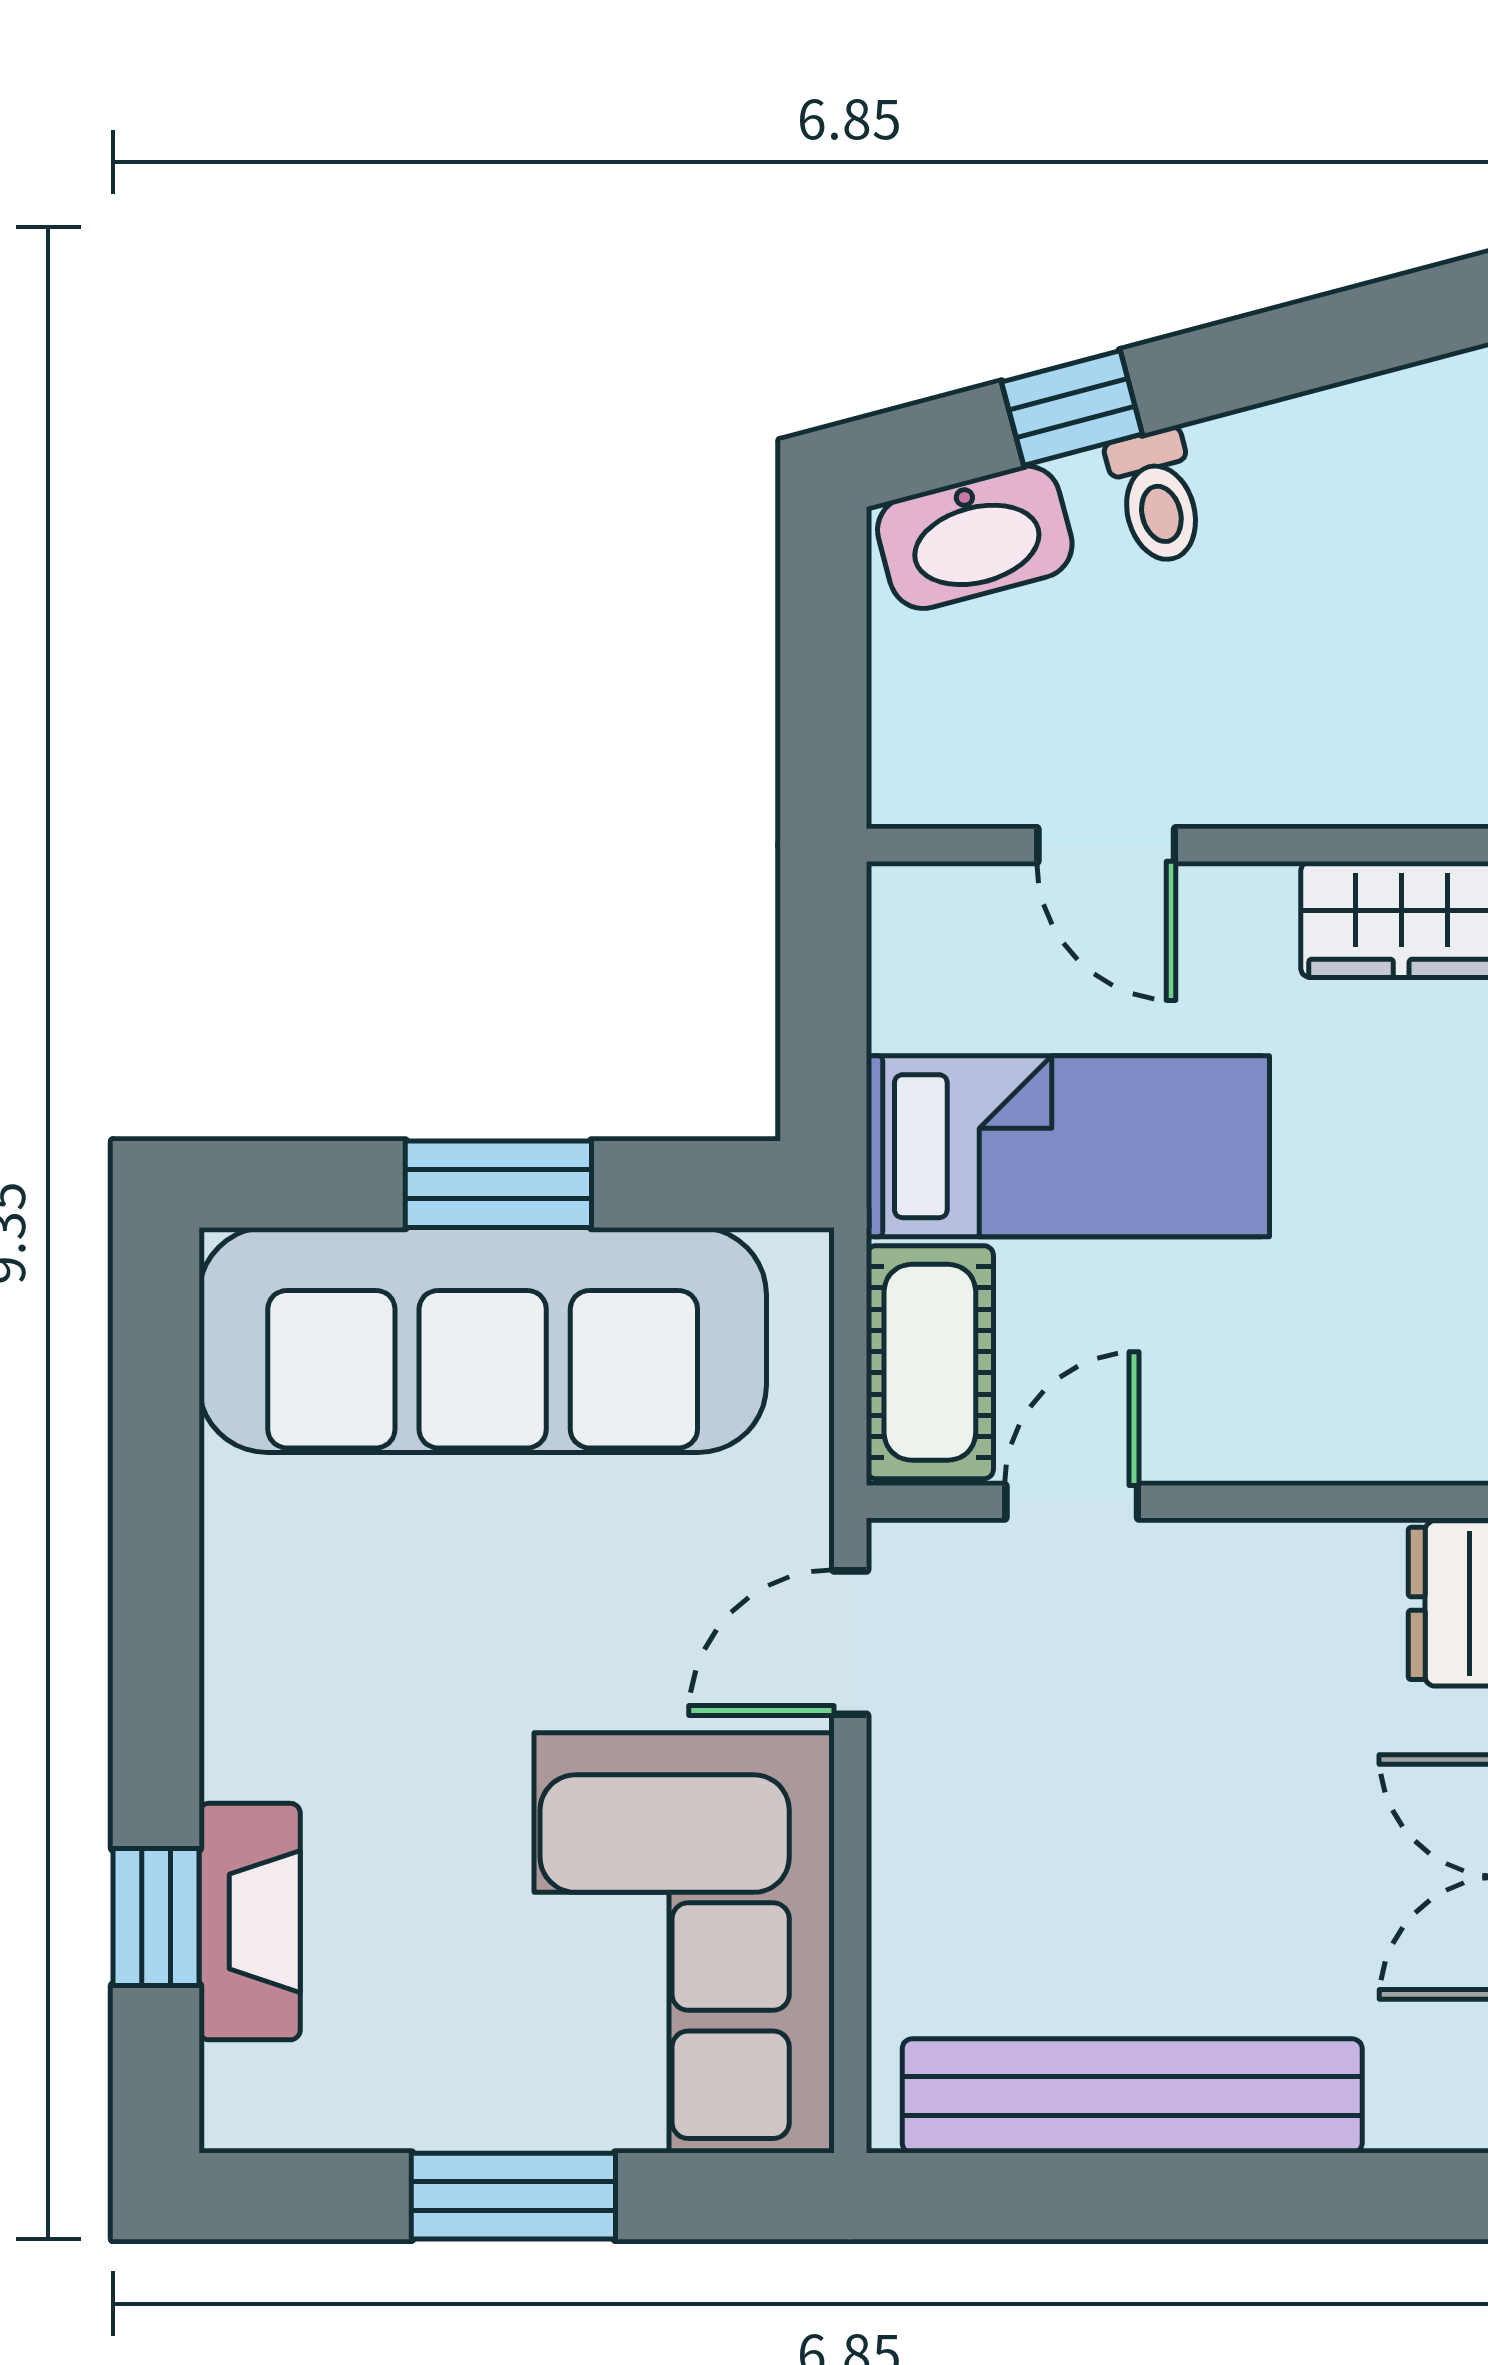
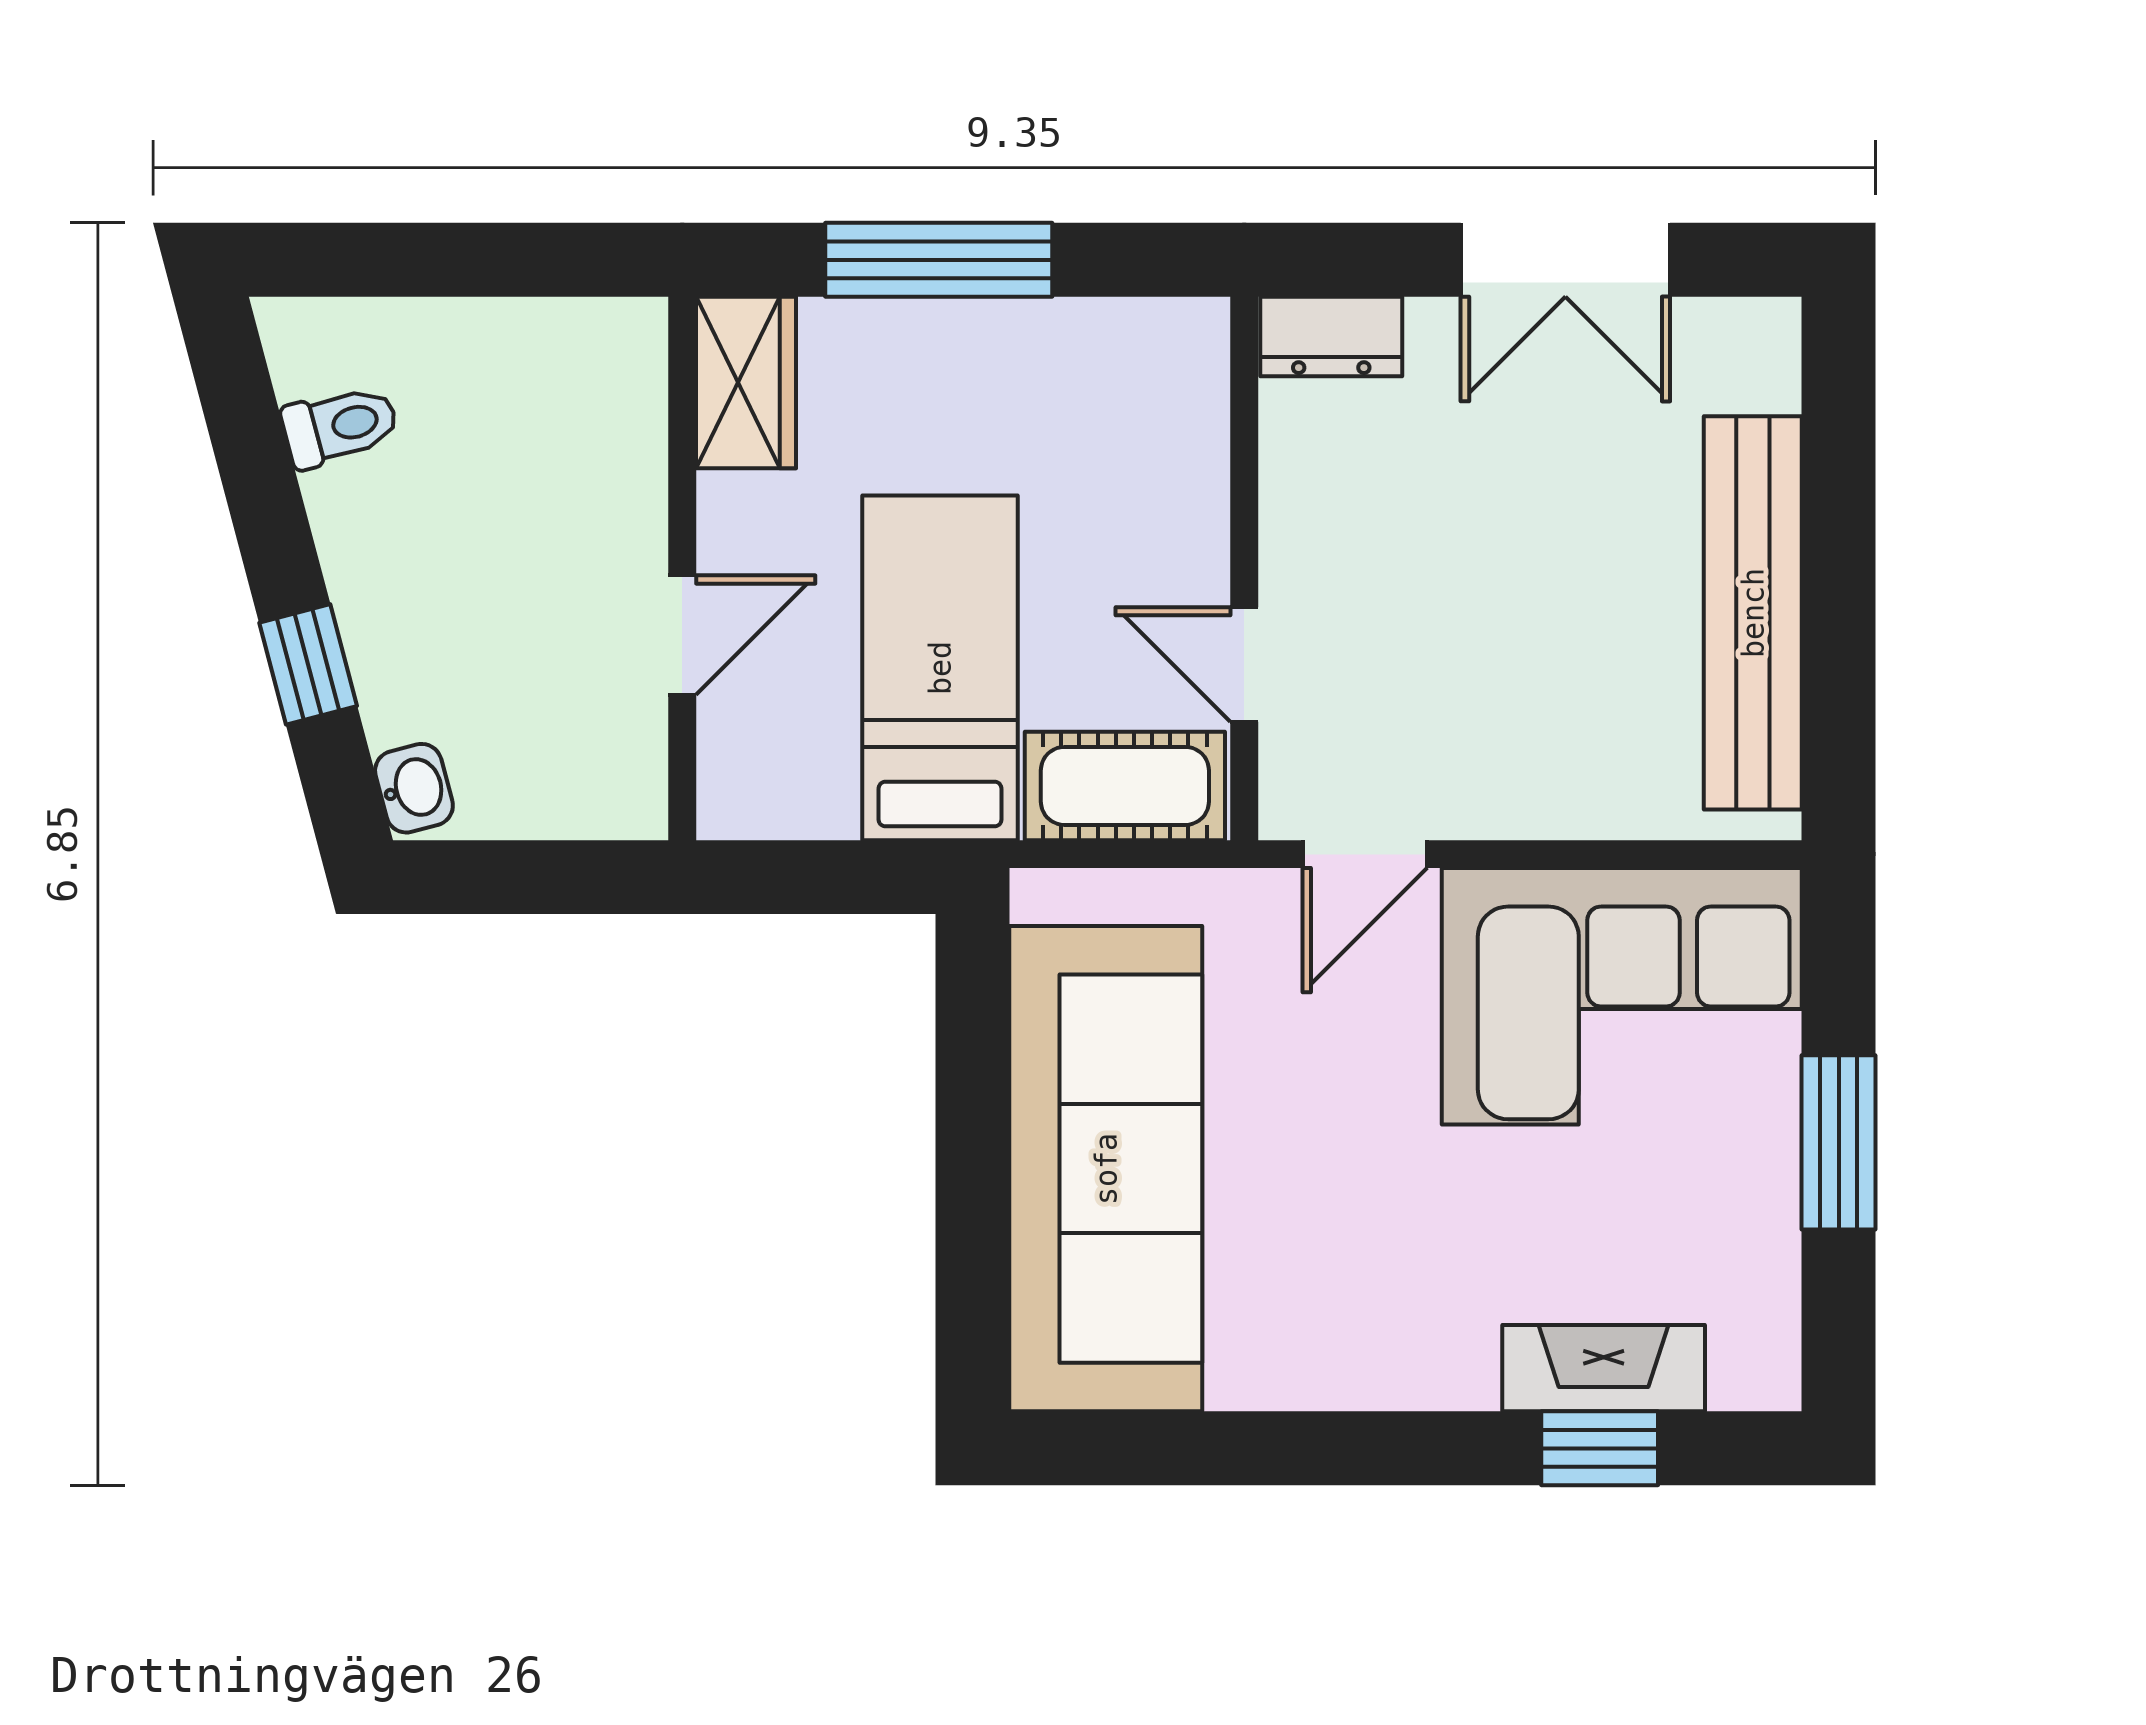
toilet: (1157, 497) -> (340, 426), moved
washbasin: (975, 537) -> (414, 788), width x0.52, depth x0.69
window: (498, 1184) -> (973, 1155), removed
door: (850, 1643) -> (1365, 854), hinge flipped

